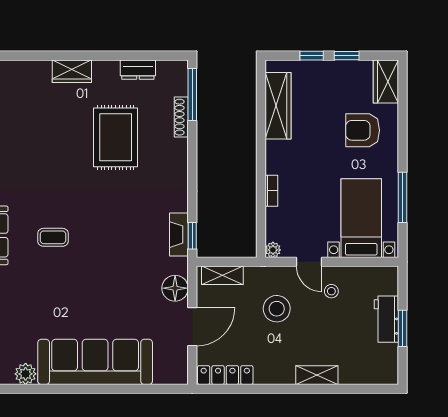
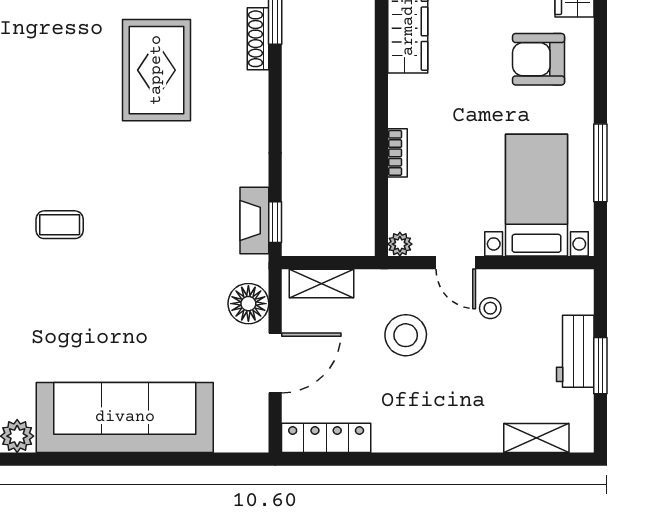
shelving: (317, 375) -> (536, 438), moved

